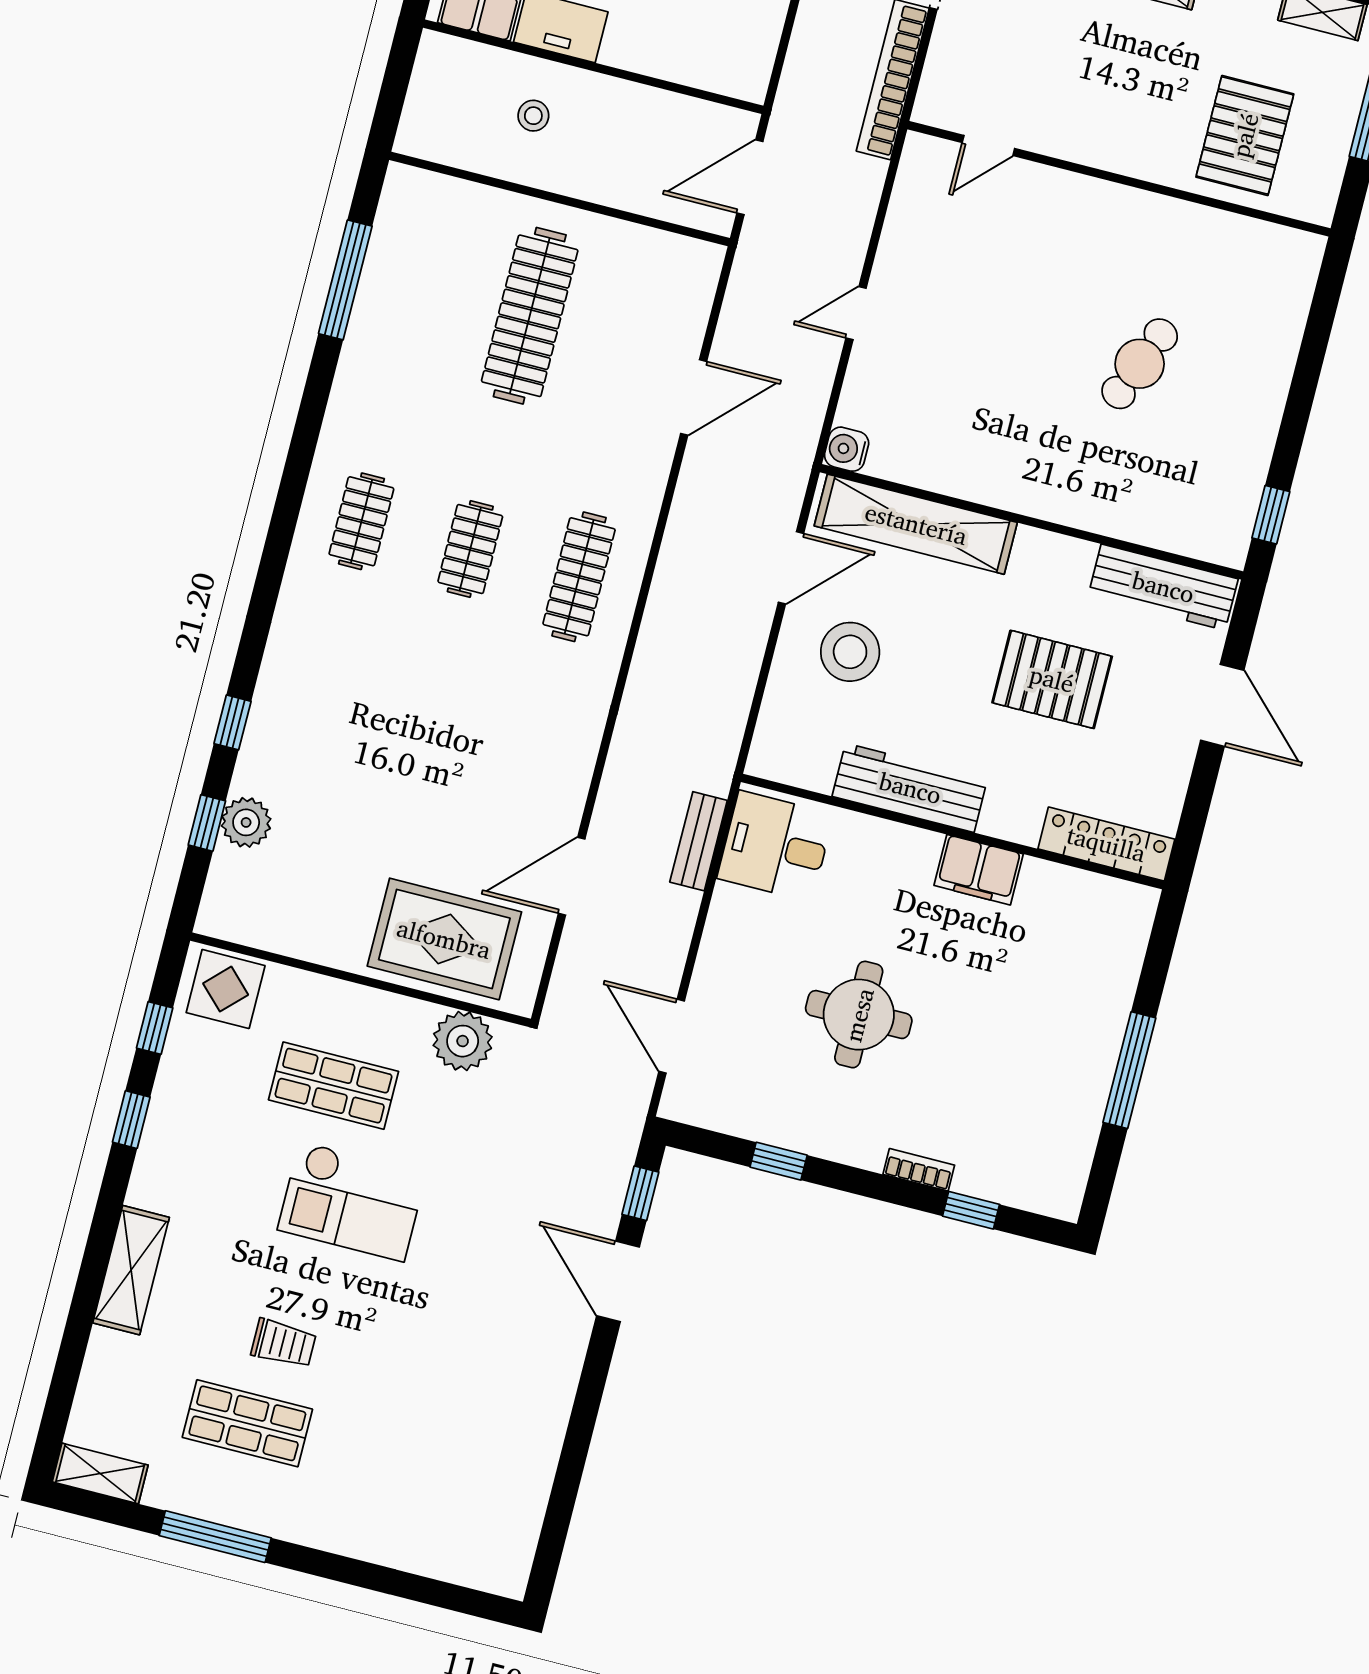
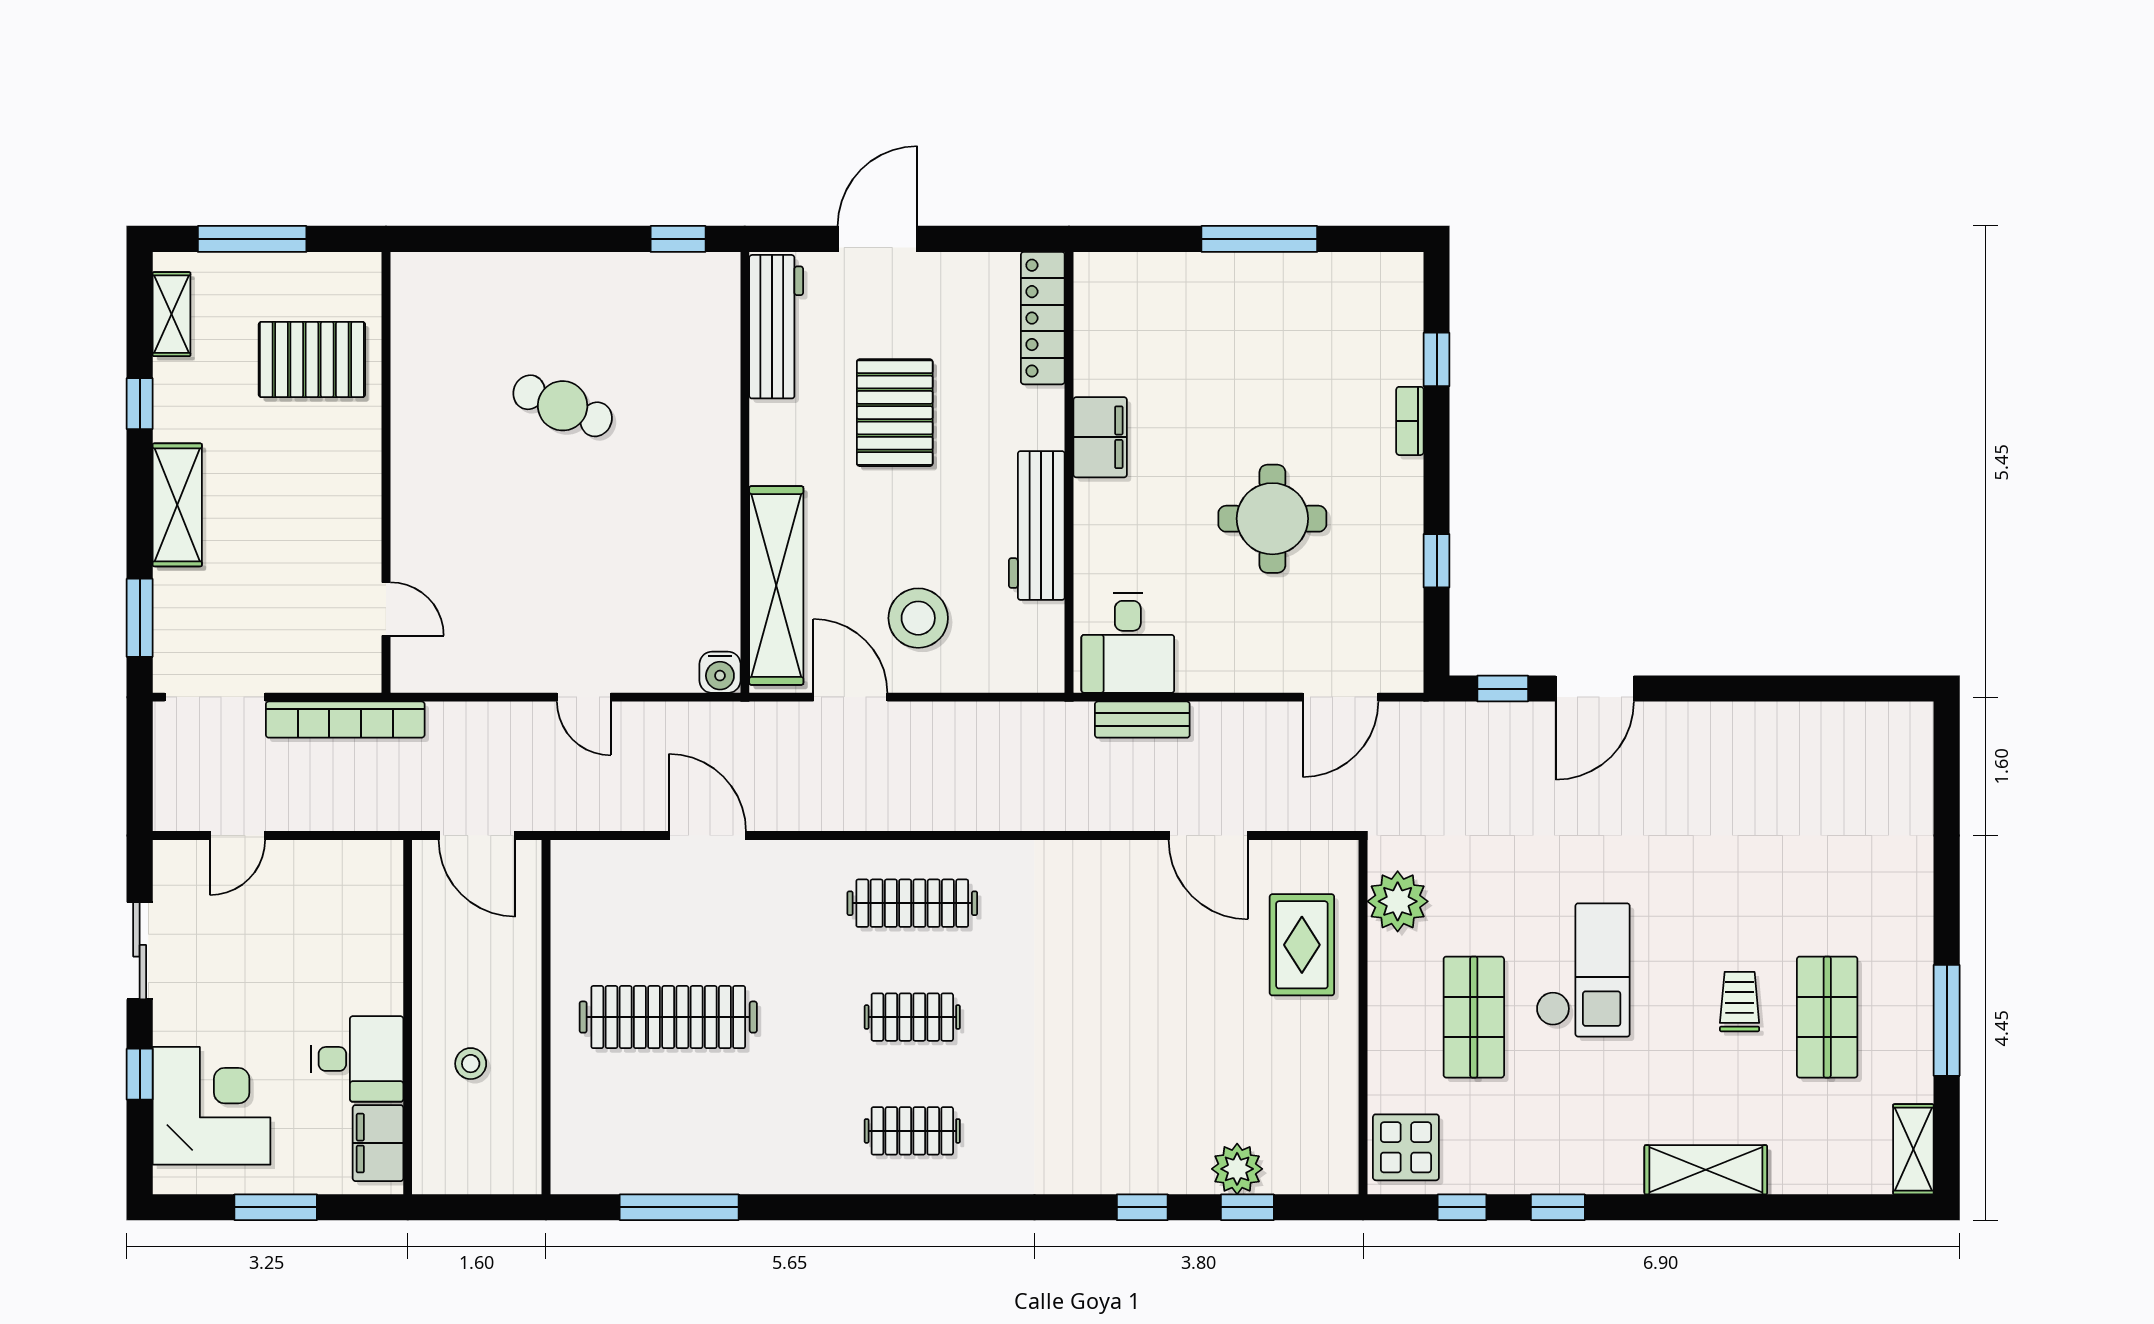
rug: (444, 939) -> (1302, 945), width x0.73, depth x0.70

